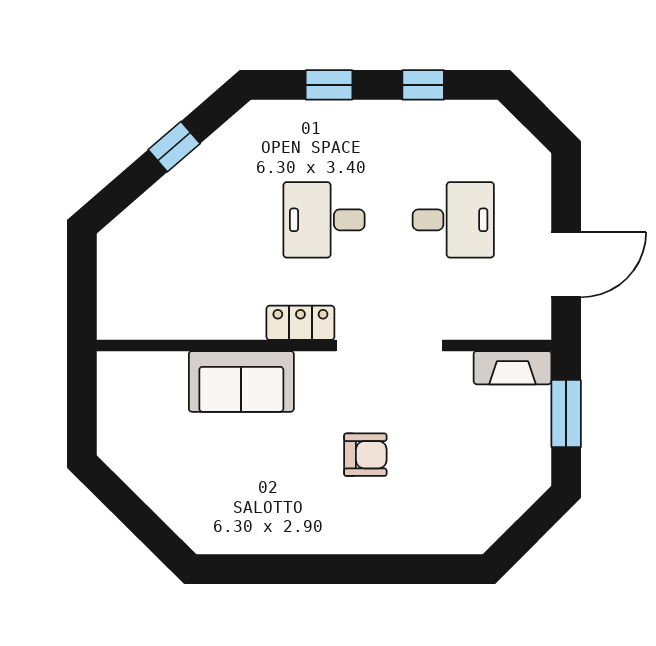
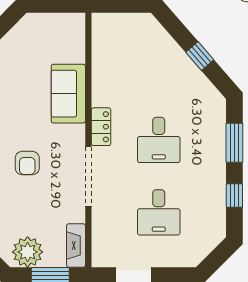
window: (329, 85) -> (234, 143), width x1.50
desk: (324, 220) -> (159, 140), turned 180
plant: (524, 454) -> (28, 252), added

